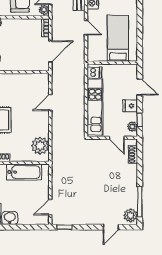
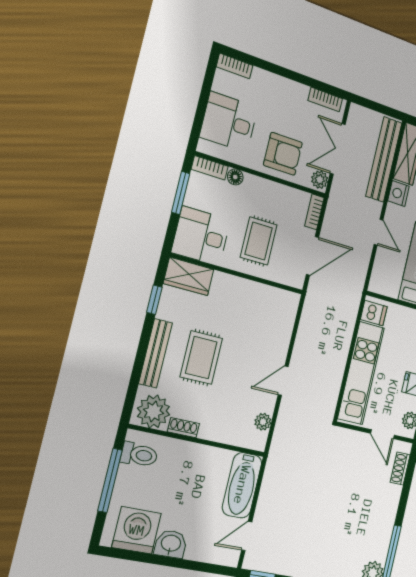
rug: (18, 52) -> (259, 241), added
door: (50, 102) -> (283, 381), moved
plant: (40, 146) -> (263, 422), width x0.53, depth x0.53
bathtub: (24, 172) -> (242, 485), moved, turned 90

